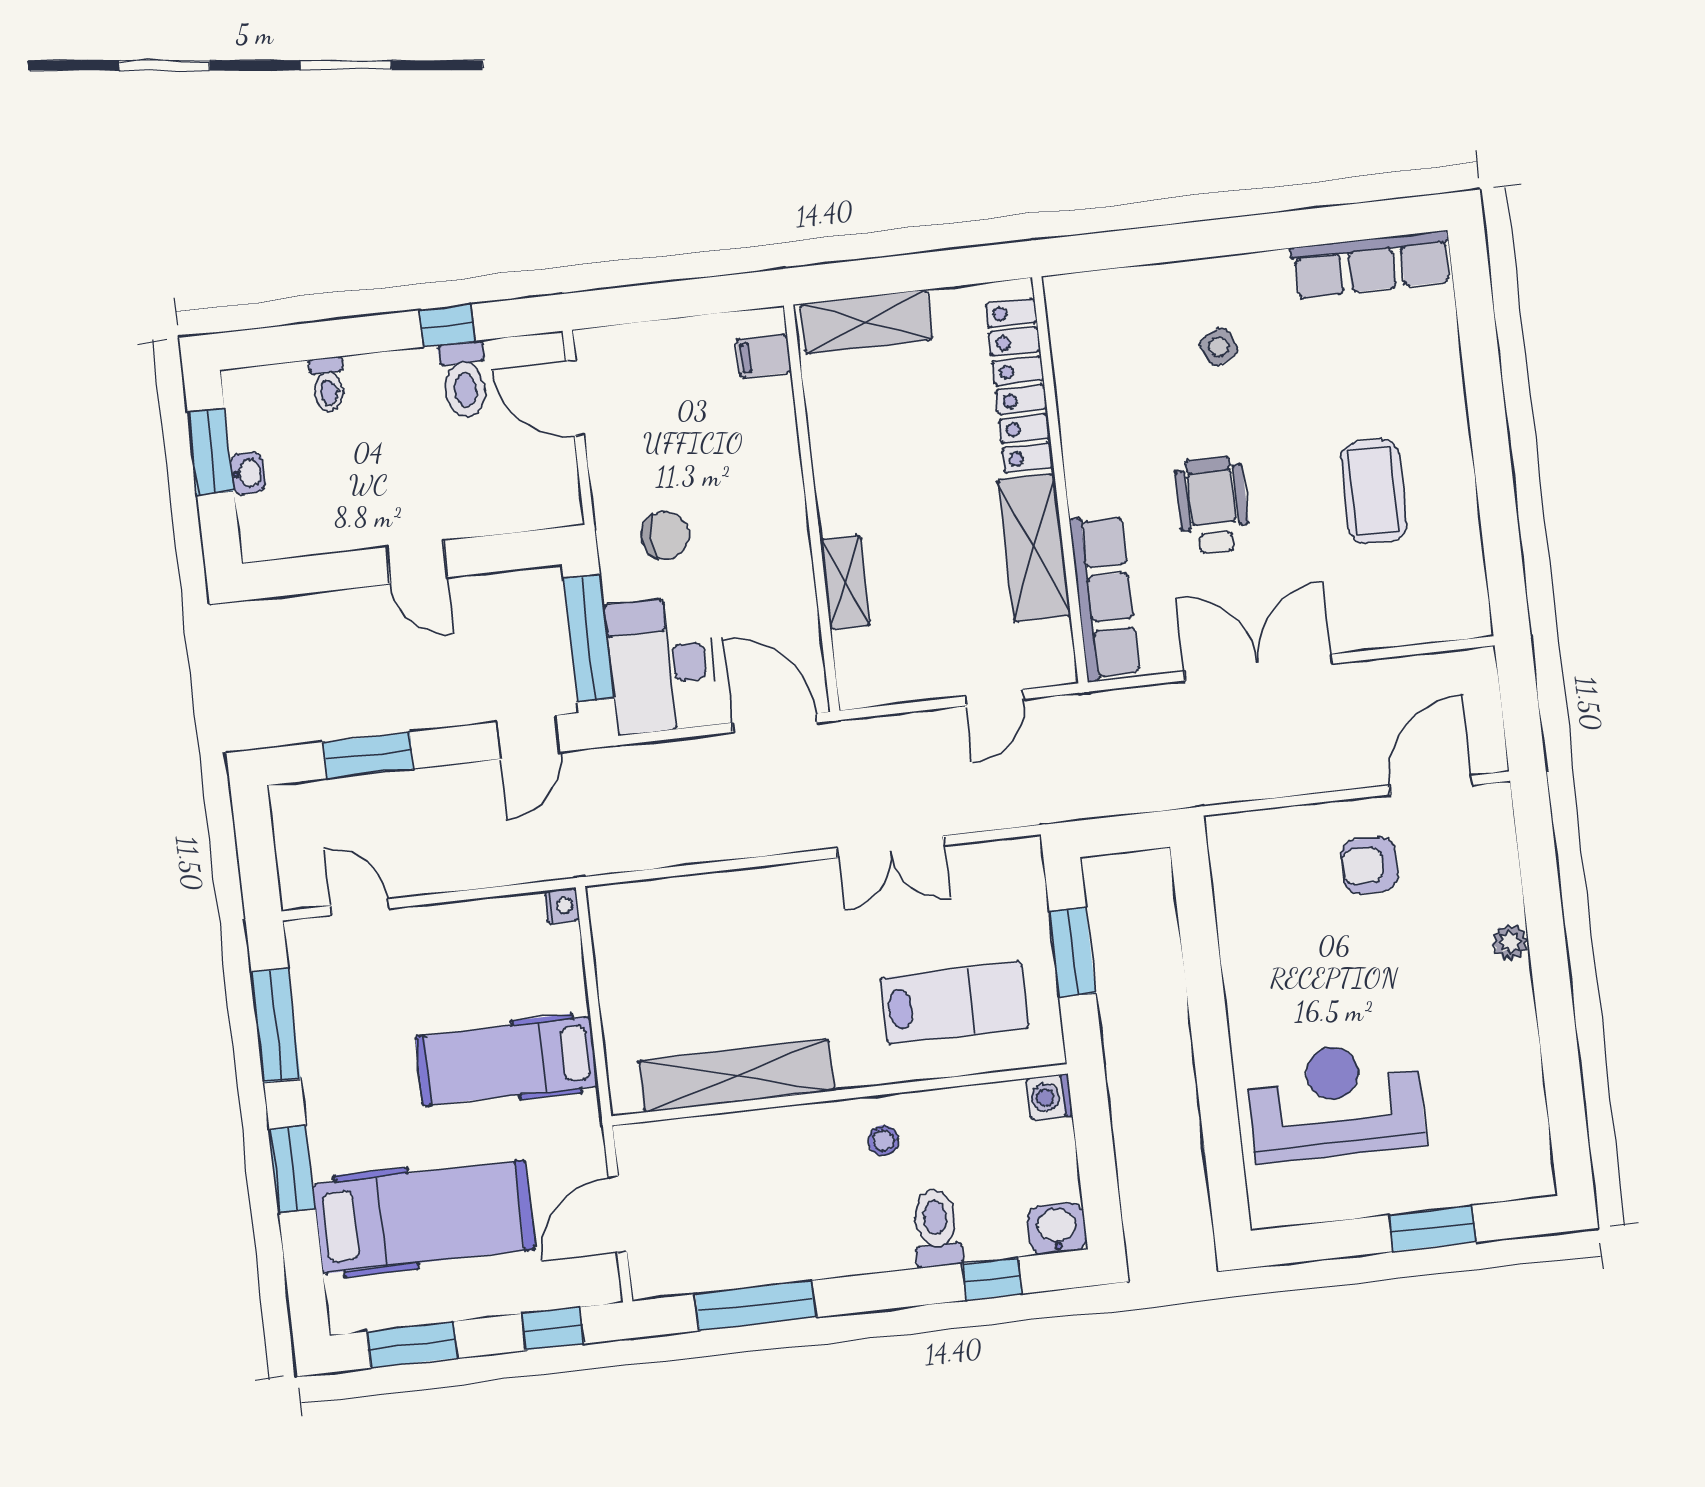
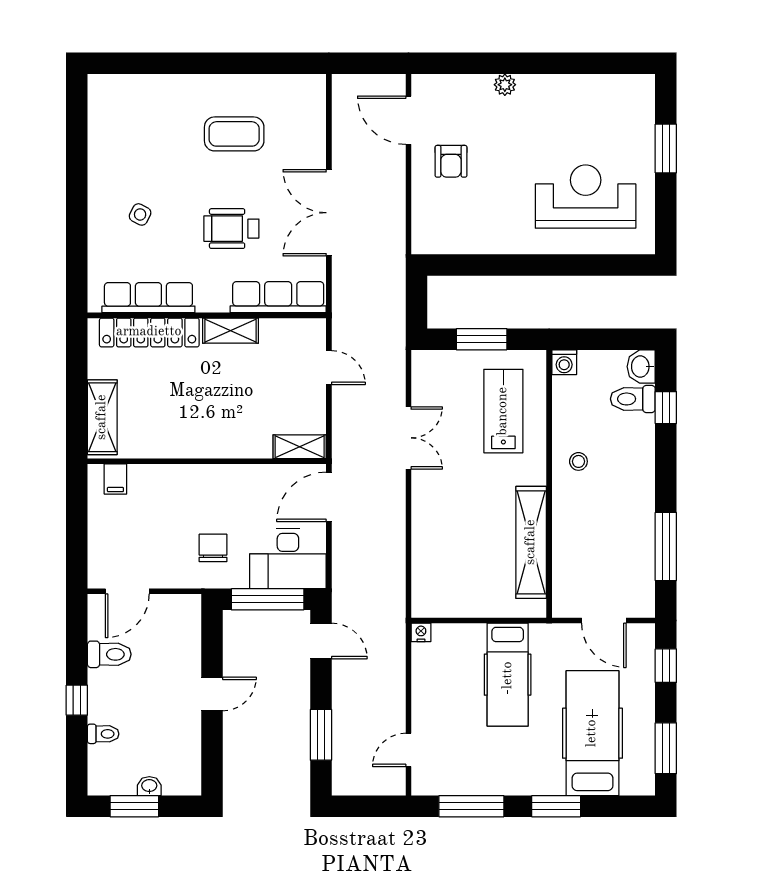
row of seats: (1371, 264) -> (148, 298), moved, turned -90
window: (447, 326) -> (77, 700), moved
side table: (1219, 347) -> (140, 214), turned -38
shelving: (1034, 548) -> (230, 331), width x0.67, depth x0.75
shelving: (845, 582) -> (300, 447), moved
reception desk: (1335, 1101) -> (586, 197), turned 90
toilet: (936, 1228) -> (633, 399), moved

